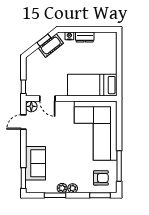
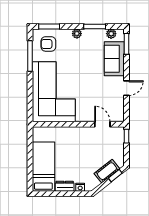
window: (44, 40) -> (115, 176), moved
cot: (51, 46) -> (107, 171), moved
bed: (92, 85) -> (43, 167), moved, turned -90
floor lamp: (31, 106) -> (119, 116), removed
door: (23, 122) -> (127, 88), moved
plant: (62, 188) -> (111, 34), moved

